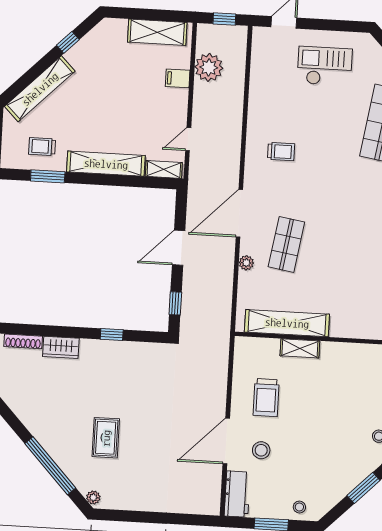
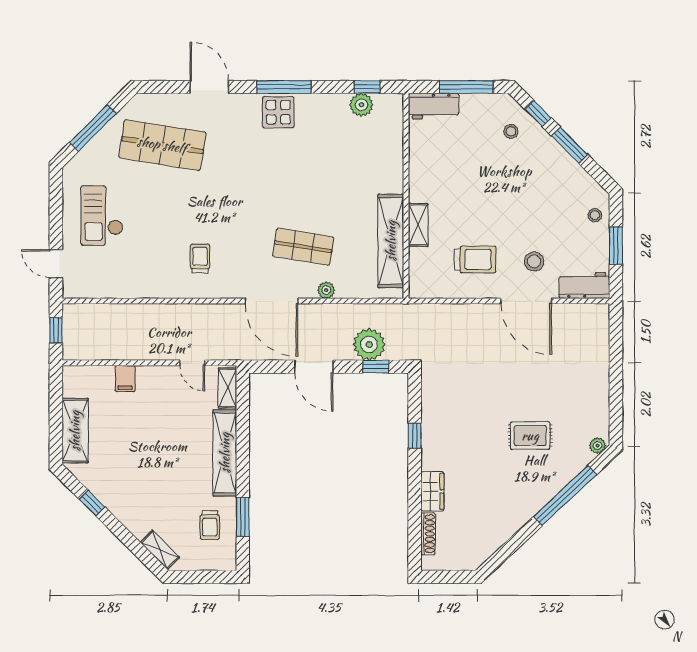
shelving: (157, 32) -> (75, 431), moved
plant: (209, 67) -> (369, 344), moved
shelving: (40, 89) -> (160, 550), width x0.45, depth x0.75

